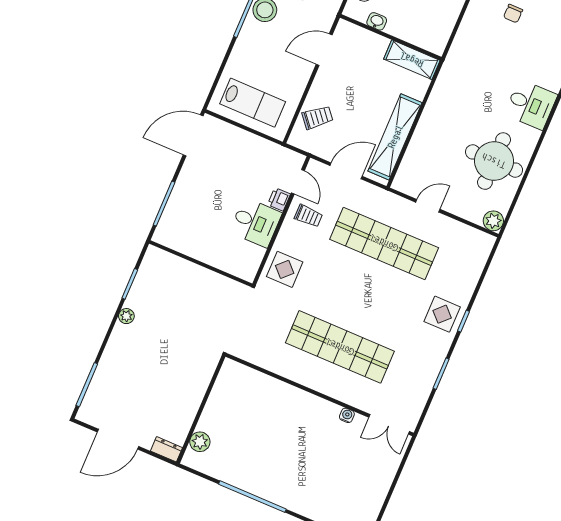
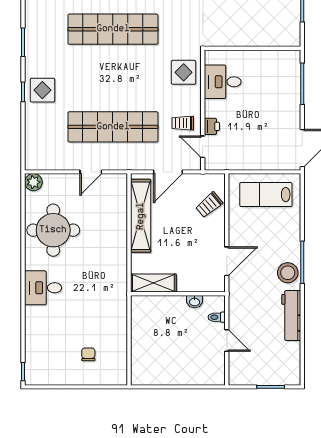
desk: (256, 222) -> (223, 82), moved

